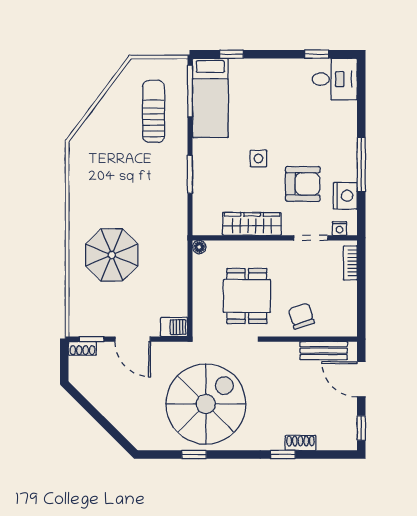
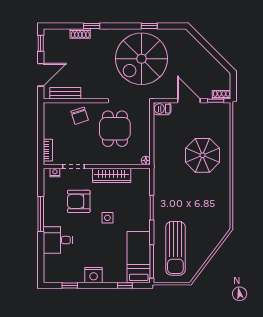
desk: (335, 79) -> (58, 240), moved
sun lounger: (154, 111) -> (175, 248), width x1.36, depth x1.34
nightstand: (345, 196) -> (94, 275), moved, turned -90
door: (361, 379) -> (41, 75), hinge flipped

